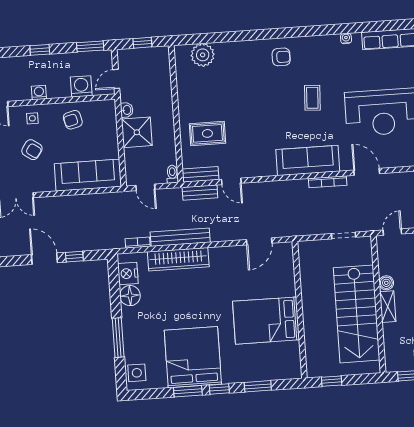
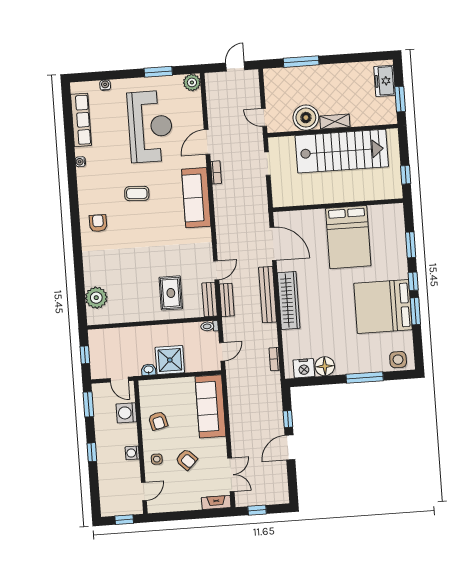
armchair: (32, 150) -> (186, 459), turned 100
bookcase: (328, 182) -> (216, 172), width x0.64
bench: (180, 237) -> (268, 295), moved
door: (259, 241) -> (273, 244), width x1.36
wardrobe: (178, 259) -> (289, 300), moved
boiler: (386, 283) -> (306, 118), width x1.86, depth x1.86

